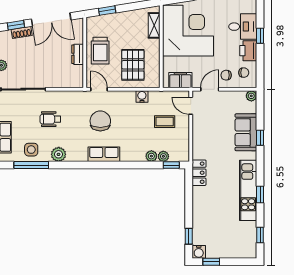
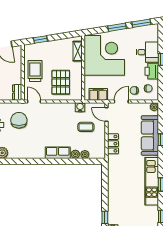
trolley: (100, 51) -> (35, 71), turned 180
dresser: (78, 54) -> (17, 92), moved
water cooler: (142, 96) -> (80, 107), moved
chair: (100, 121) -> (19, 120), moved
sofa: (246, 132) -> (150, 135), width x1.36
row of seats: (104, 154) -> (58, 153), moved
window: (171, 165) -> (91, 161), removed
locker: (199, 173) -> (113, 144), moved

